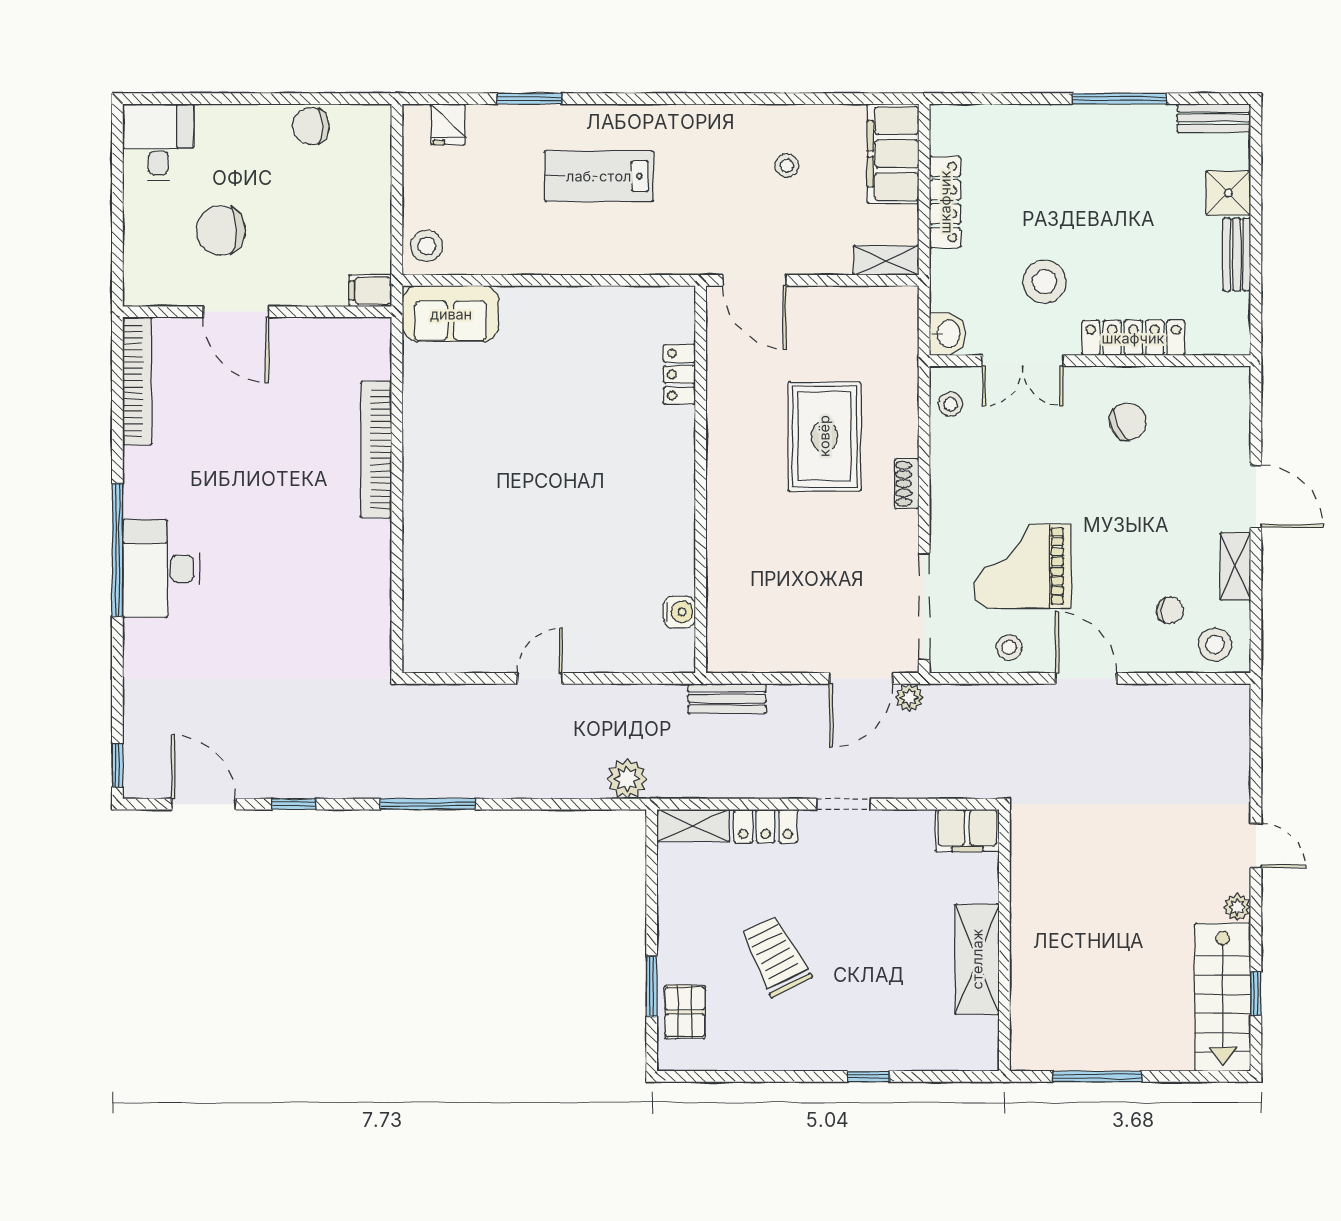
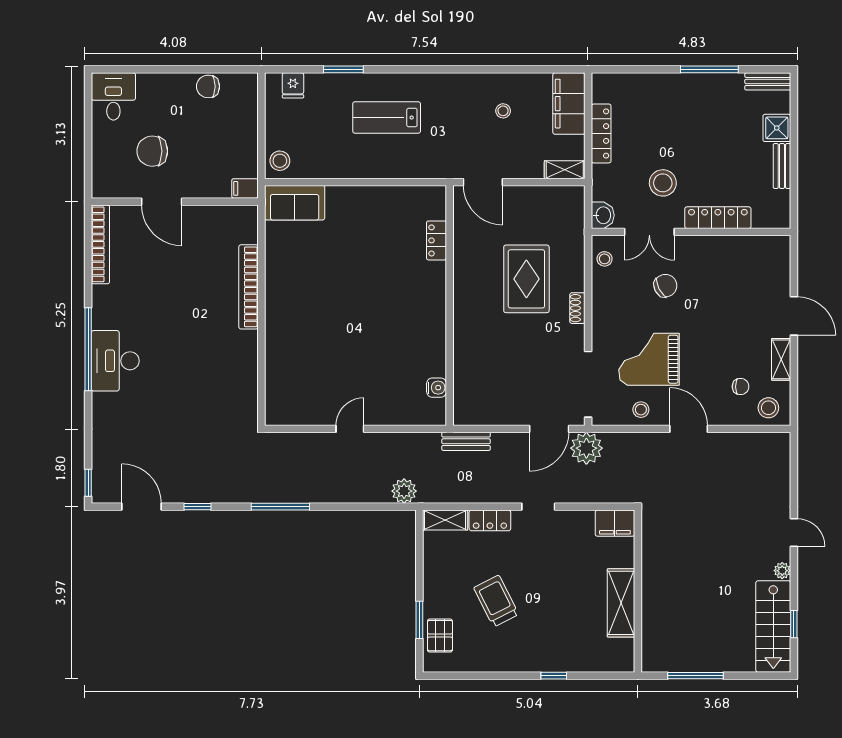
chair: (1128, 421) -> (665, 286), moved
plant: (909, 698) -> (586, 448), width x1.87, depth x1.87

